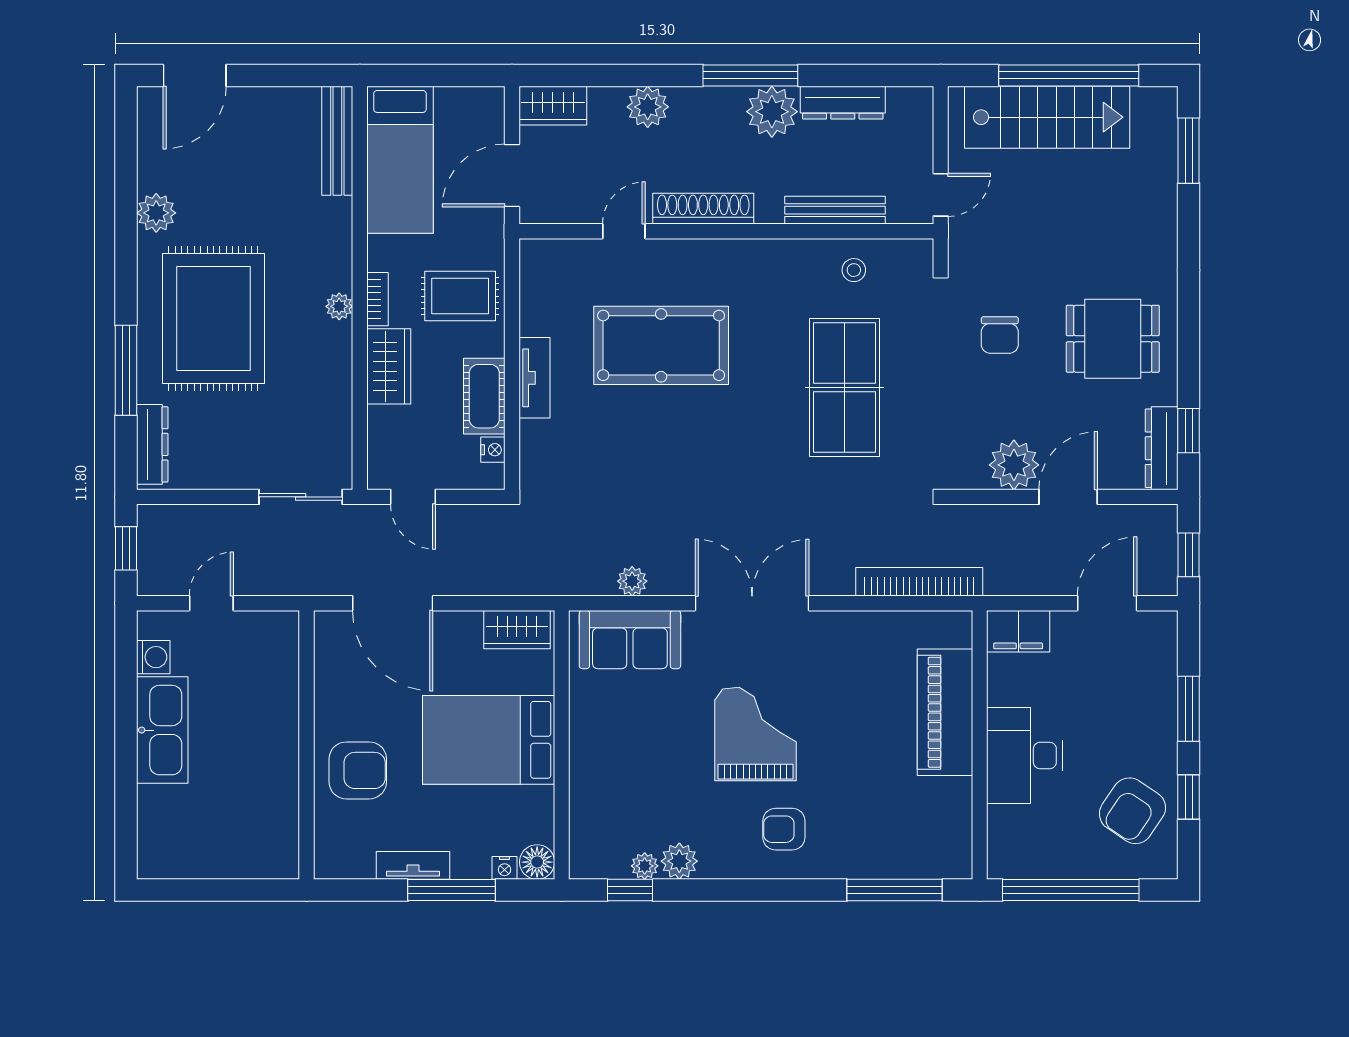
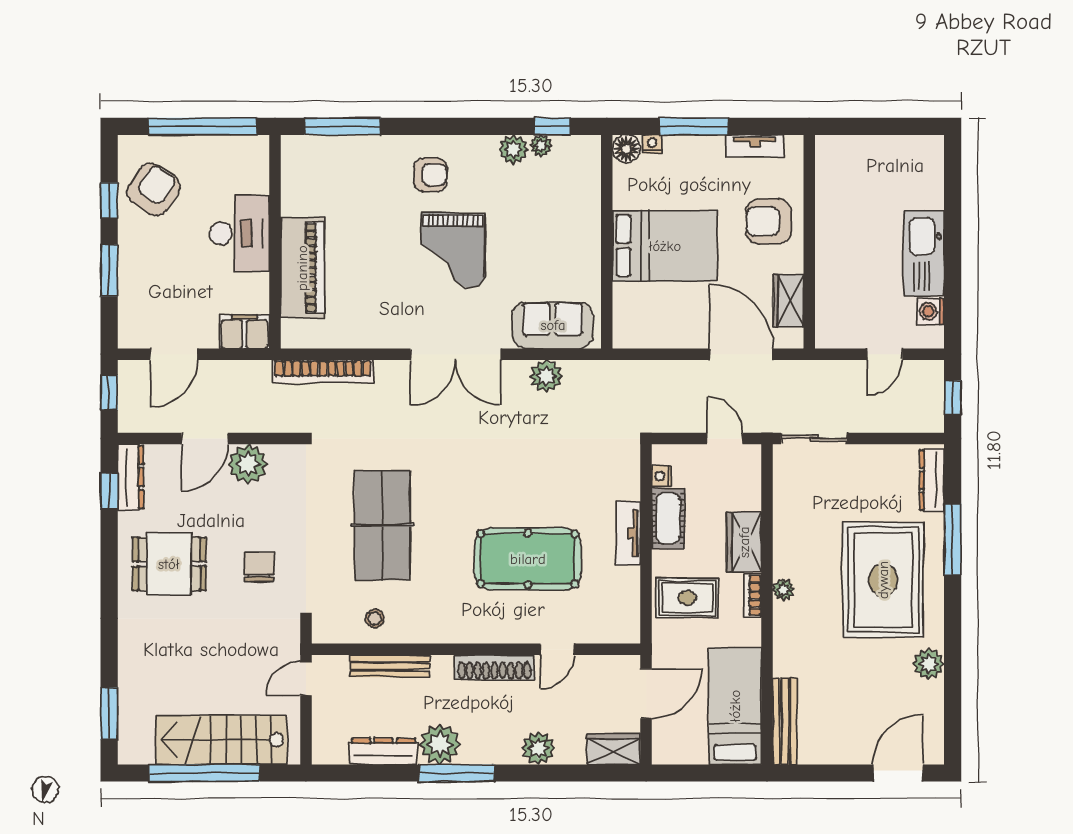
plant: (632, 581) -> (546, 376), width x1.38, depth x1.38
wardrobe: (517, 630) -> (788, 301), moved, turned -90
tv unit: (413, 865) -> (755, 146), moved

